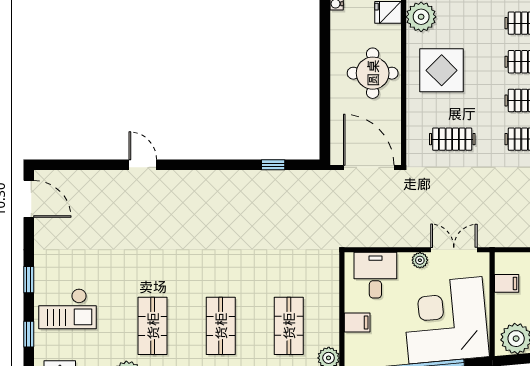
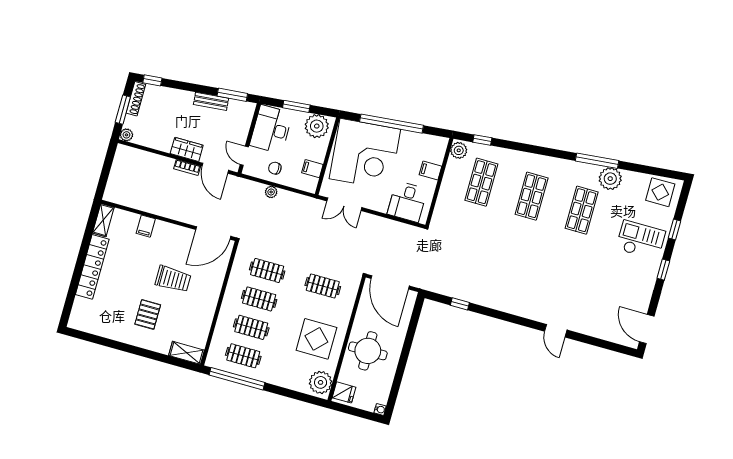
plant: (420, 260) -> (371, 204), removed

